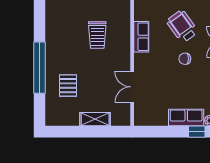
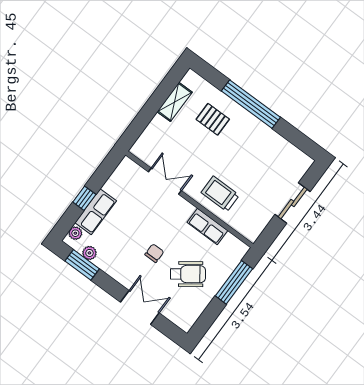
trolley: (97, 35) -> (220, 194), moved
shelving: (95, 119) -> (175, 102), moved
window: (197, 132) -> (84, 198), moved

